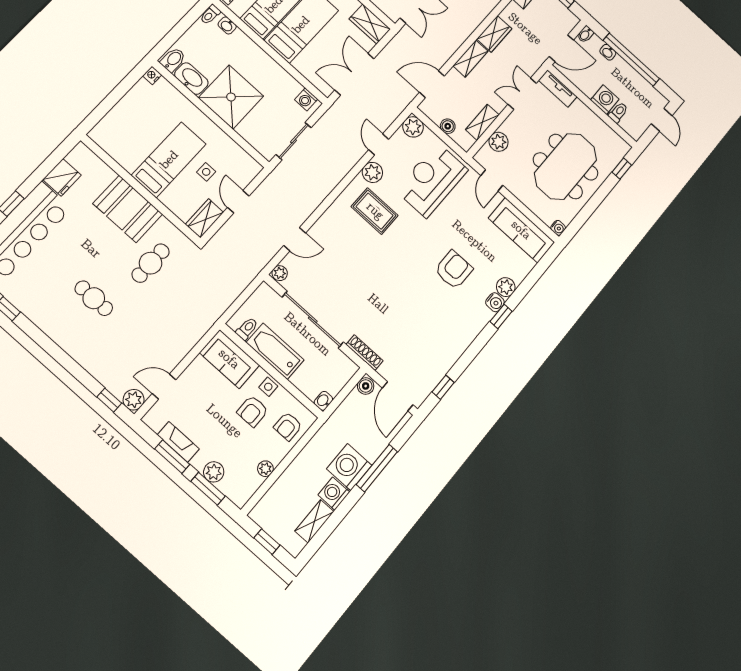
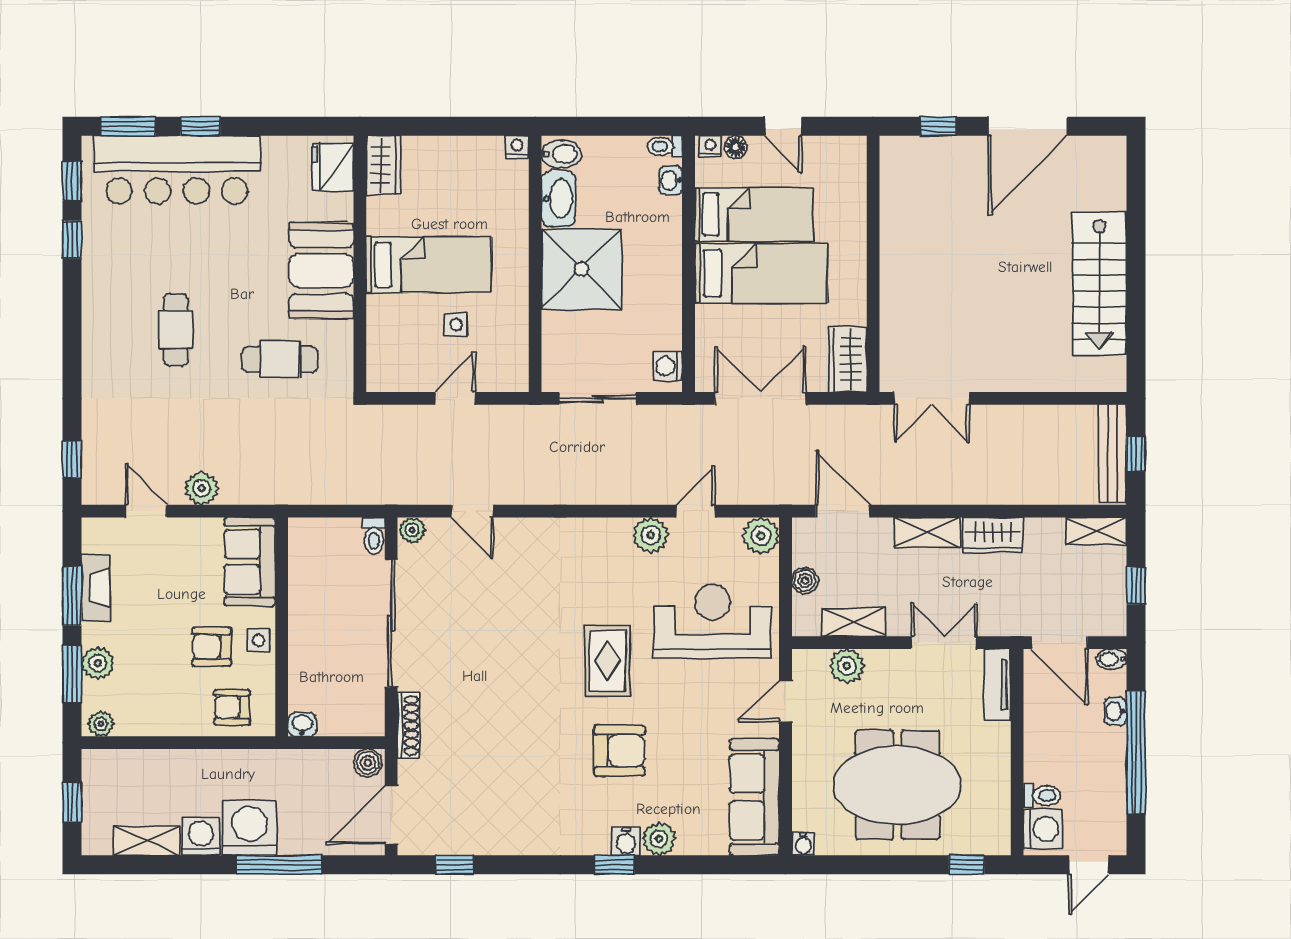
washing machine: (605, 100) -> (1043, 829), moved
fridge: (62, 177) -> (333, 167), moved, turned 90
rug: (375, 211) -> (607, 661), moved
wardrobe: (204, 218) -> (383, 165), moved, turned 90
toilet: (247, 329) -> (374, 536), moved, turned 90
bathtub: (275, 351) -> (310, 610), removed
plant: (134, 400) -> (202, 488), moved
plant: (265, 469) -> (101, 724), moved

